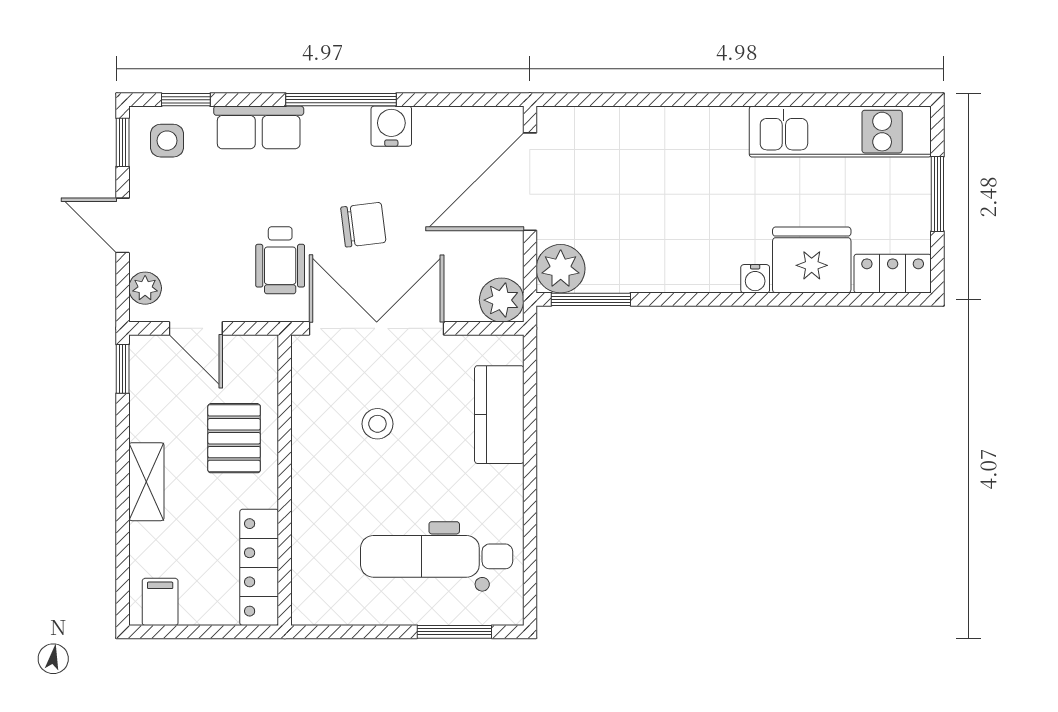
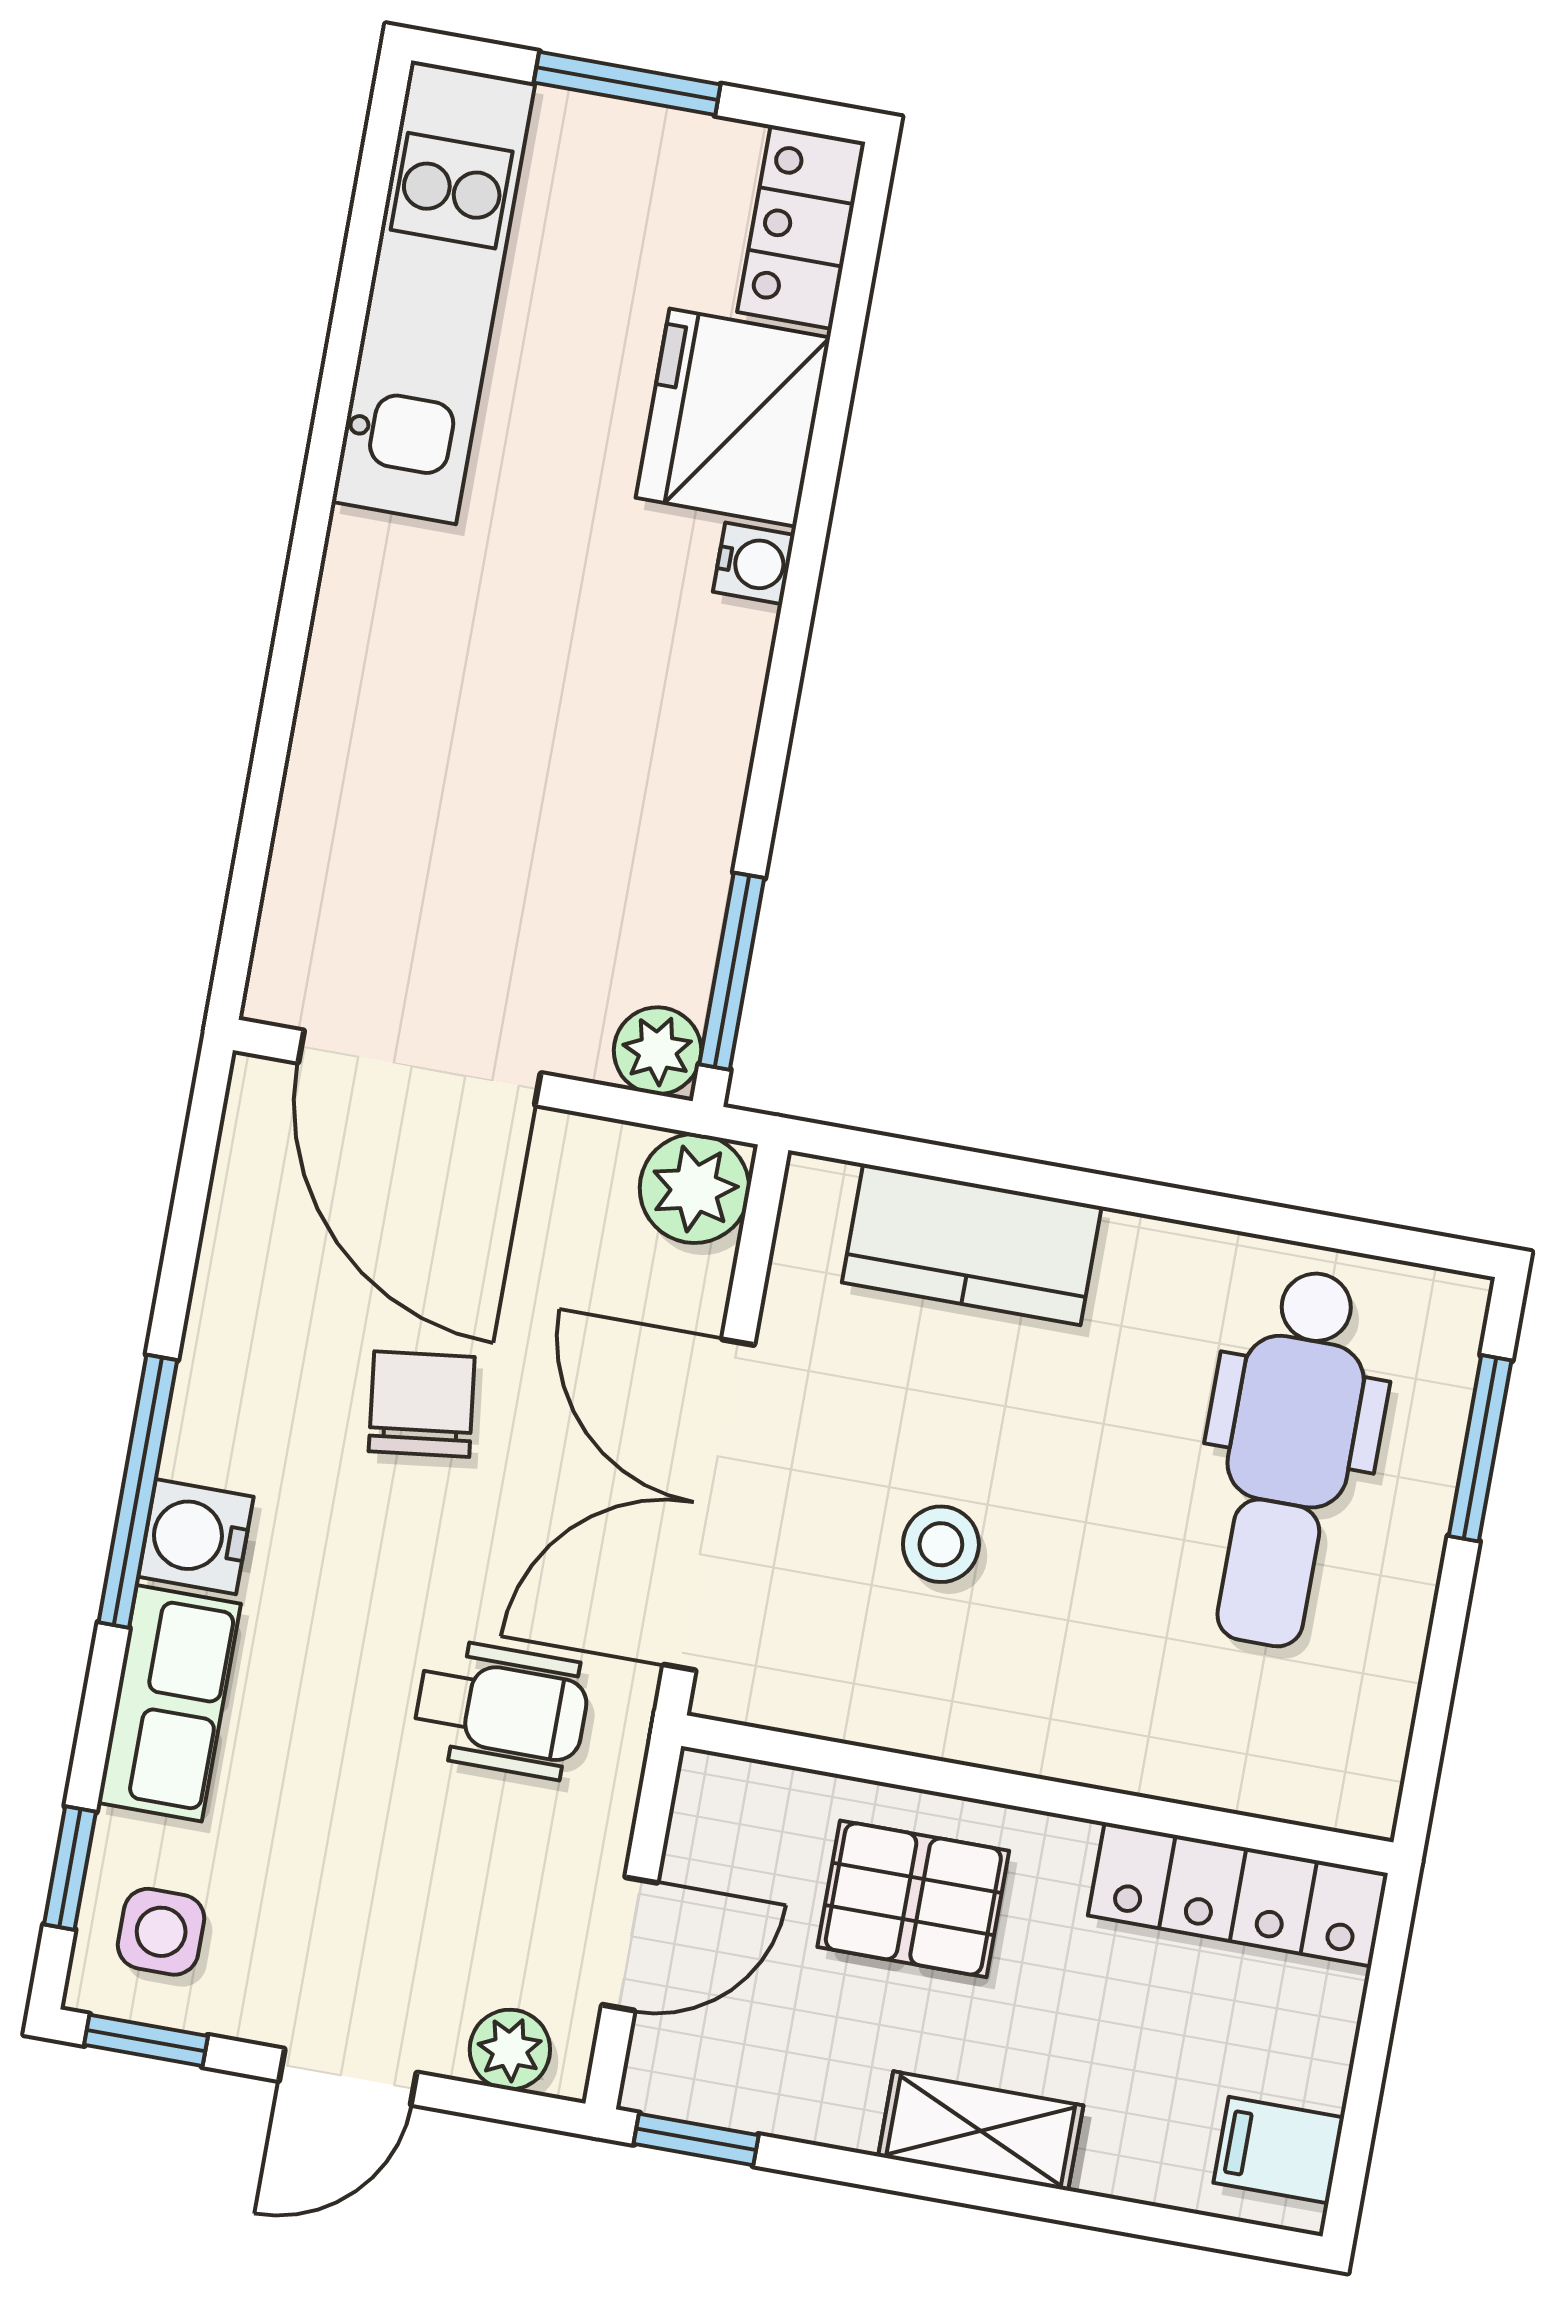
water cooler: (391, 126) -> (196, 1537), moved
chair: (363, 225) -> (422, 1404), moved
plant: (561, 269) -> (658, 1051), width x0.73, depth x0.73

